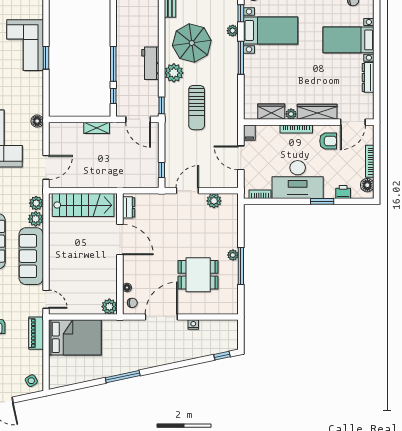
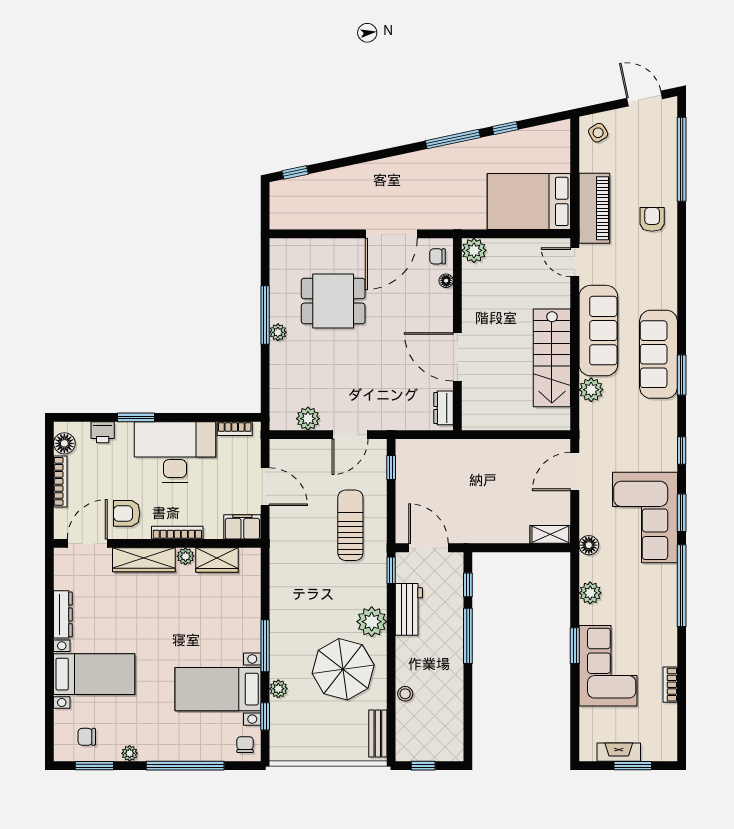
stool: (153, 28) -> (405, 694), added
workbench: (150, 63) -> (409, 609), moved
sun lounger: (197, 108) -> (350, 525), moved
shelving: (97, 128) -> (550, 534), moved
filing cabinet: (249, 133) -> (242, 527), width x2.00
plant: (36, 203) -> (590, 593), moved
stairs: (83, 205) -> (552, 358), moved, turned -90
nightstand: (193, 325) -> (341, 222), removed
piano: (36, 333) -> (594, 208), width x1.37, depth x1.33
window: (90, 384) -> (505, 128), added

